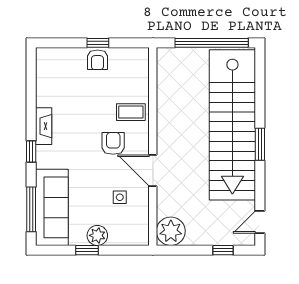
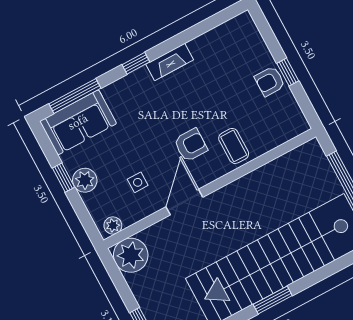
sofa: (52, 207) -> (78, 122), width x0.73
plant: (142, 233) -> (113, 225), added

